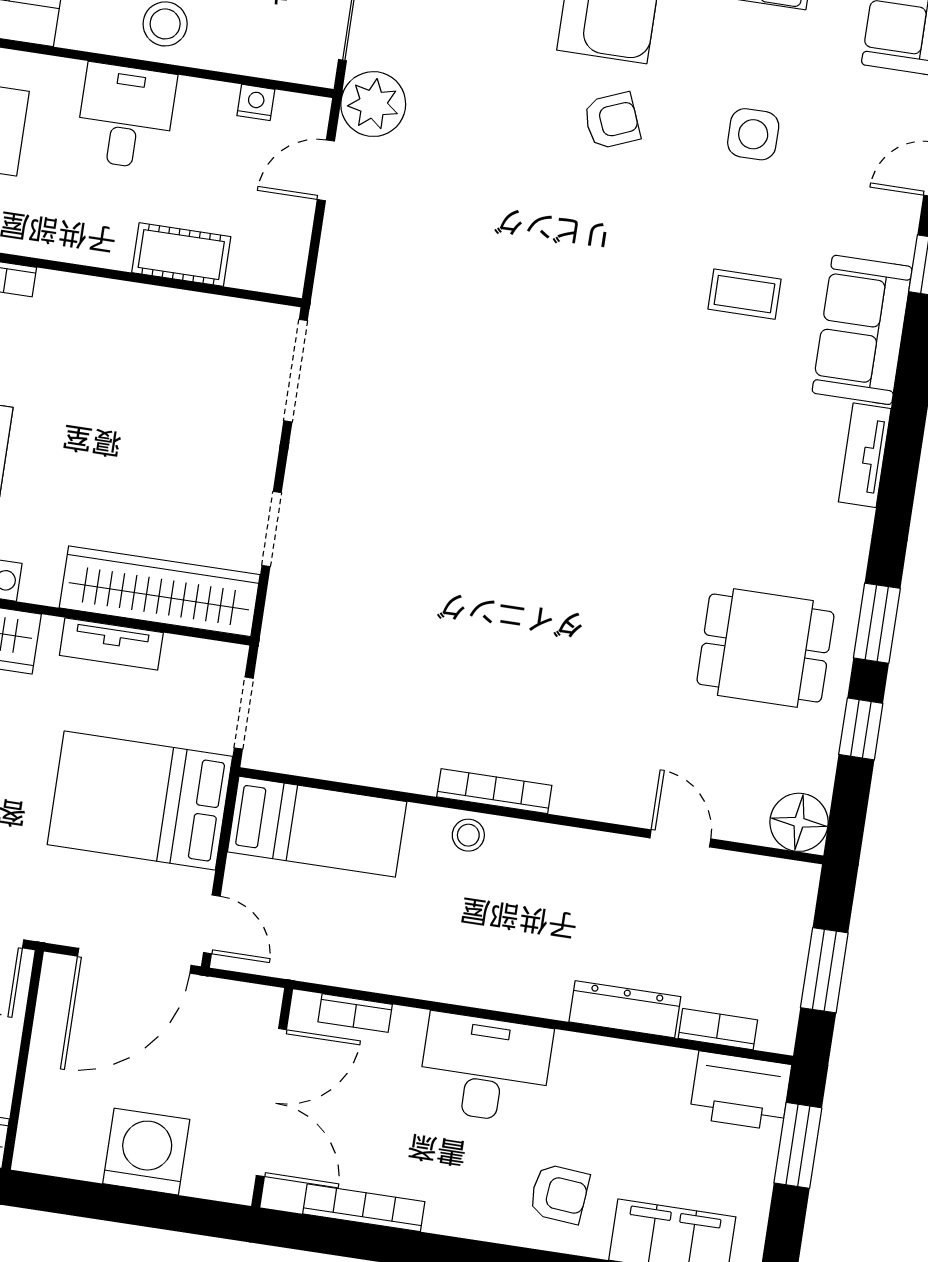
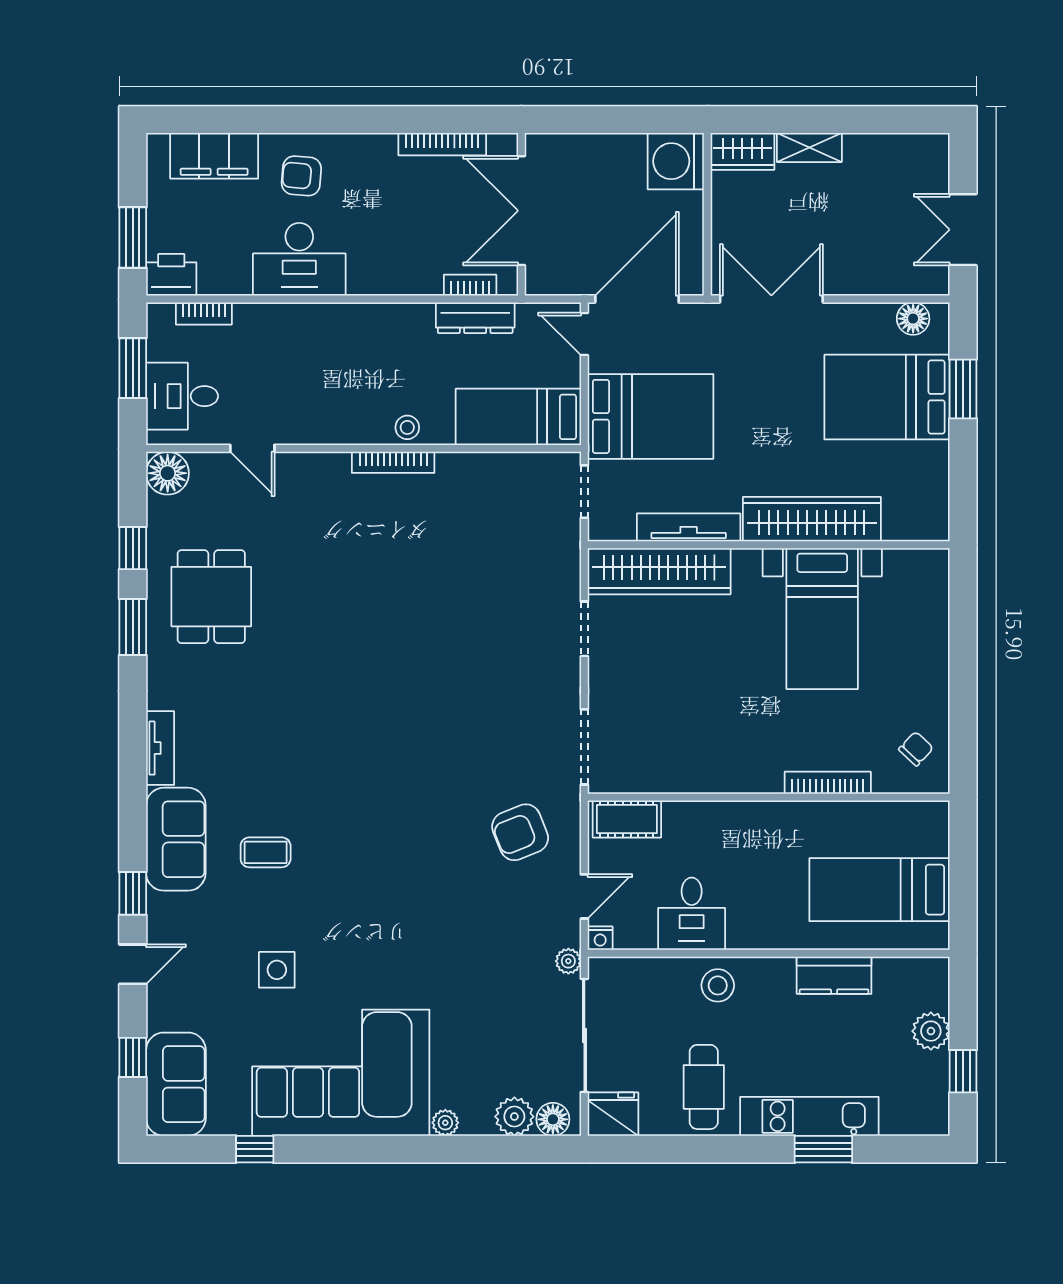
nightstand: (256, 102) -> (600, 938), moved
plant: (373, 104) -> (568, 961), width x0.53, depth x0.53
desk: (126, 116) -> (692, 914), moved
armchair: (612, 121) -> (520, 832), moved, width x1.38, depth x1.38
cot: (181, 255) -> (627, 819), moved
tv unit: (111, 644) -> (689, 527), width x1.41
dining table: (765, 648) -> (211, 597), turned 90
desk: (764, 923) -> (182, 396), added
dresser: (625, 1009) -> (475, 318), moved
desk: (485, 1068) -> (299, 259), moved
printer: (740, 1091) -> (171, 275), width x0.73, depth x0.84
washing machine: (146, 1152) -> (676, 161), moved, turned 90

